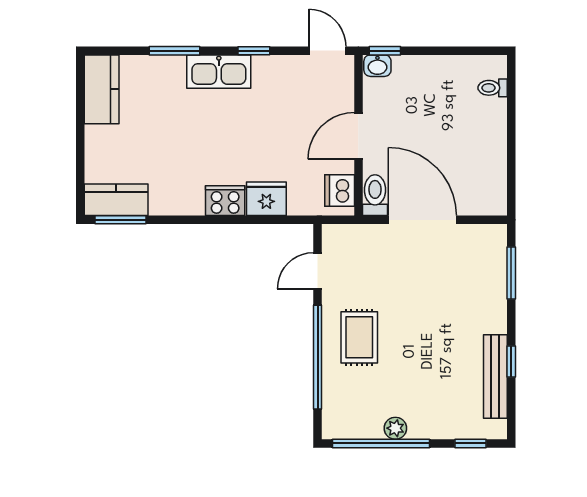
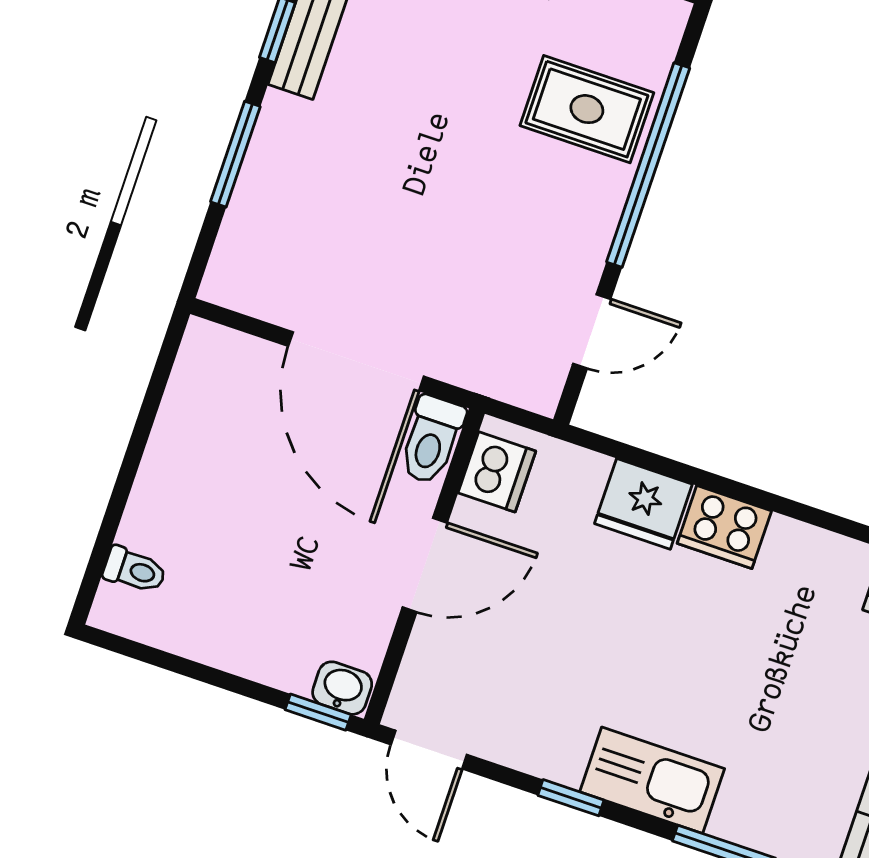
window: (511, 273) -> (235, 154), moved
rug: (359, 337) -> (587, 109), moved, turned 90

